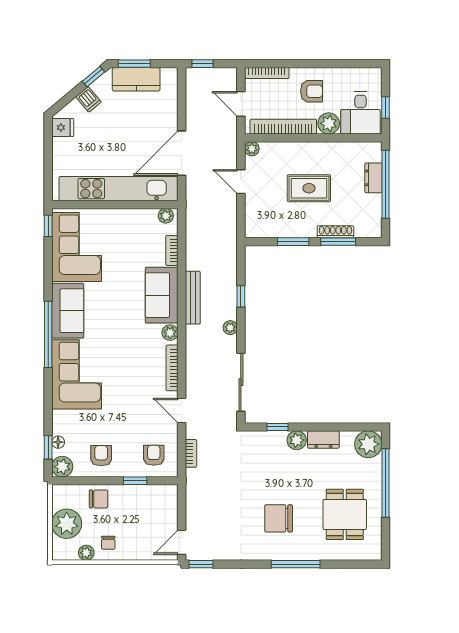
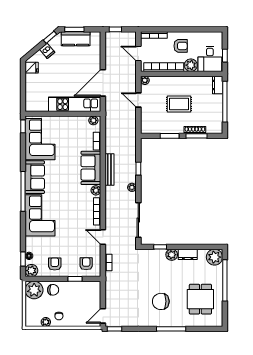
dresser: (373, 178) -> (218, 85), moved
kitchen unit: (119, 189) -> (75, 104), width x0.73
plant: (67, 524) -> (34, 290), moved

